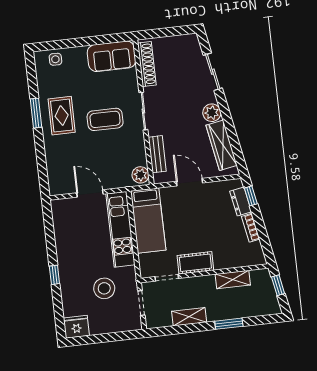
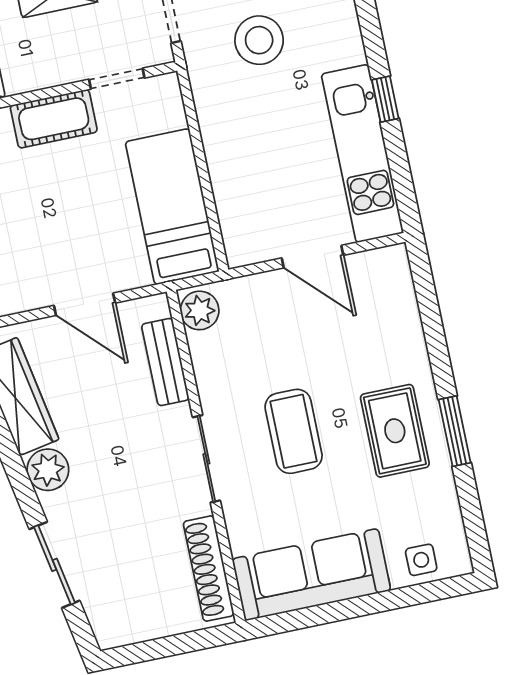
sofa: (112, 56) -> (311, 575), width x1.36
coffee table: (105, 119) -> (294, 431), turned 90
kitchen unit: (120, 229) -> (362, 154), moved, turned 180
window: (54, 275) -> (385, 99), moved

